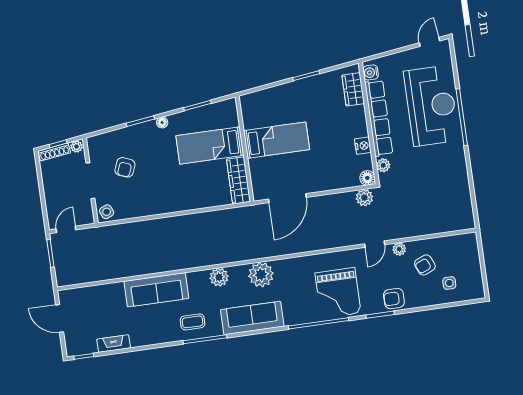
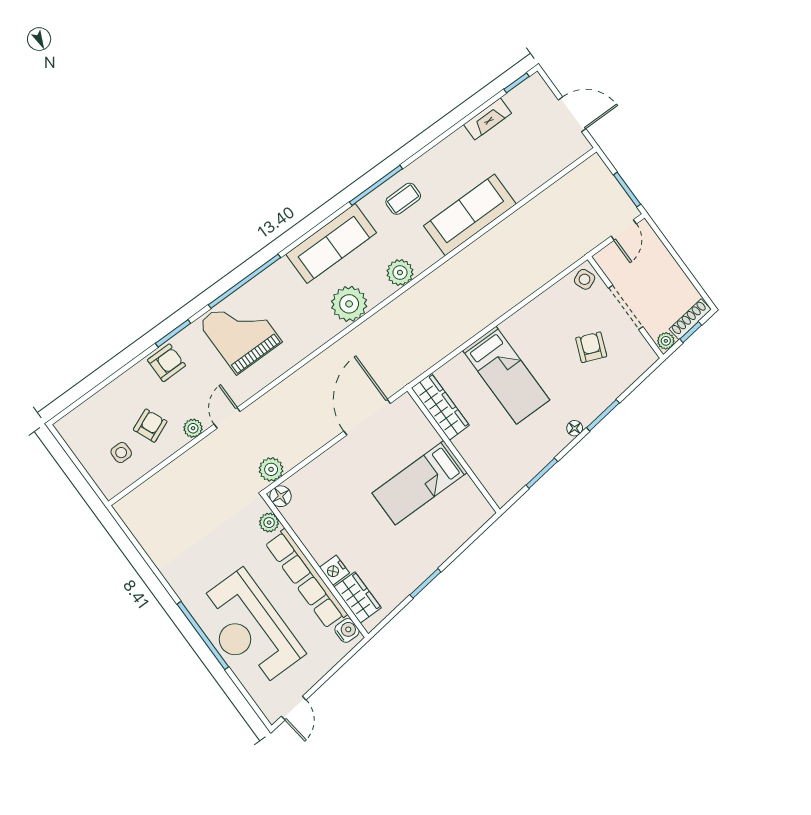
bed: (210, 145) -> (506, 375), moved, turned 90
nightstand: (363, 146) -> (334, 570), moved
side table: (449, 283) -> (121, 453), moved

